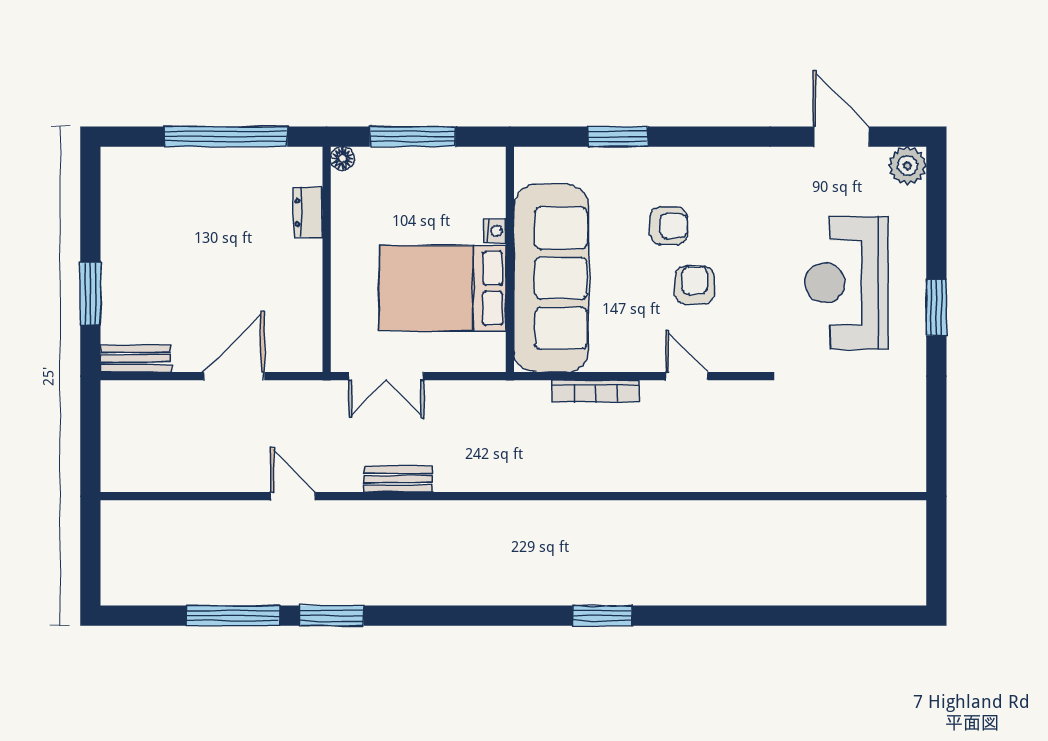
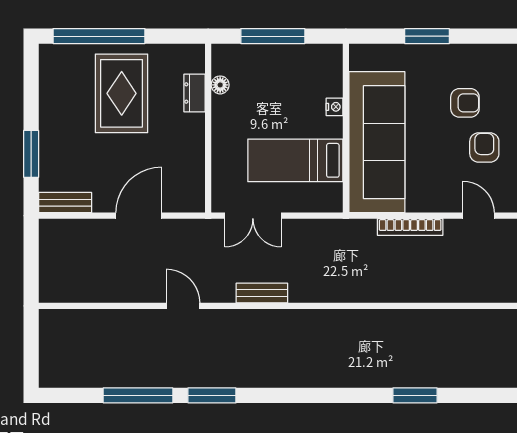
window: (226, 137) -> (99, 36), moved
floor lamp: (342, 159) -> (220, 85), moved
rug: (211, 213) -> (122, 93), added
bed: (443, 288) -> (295, 160), width x0.67

